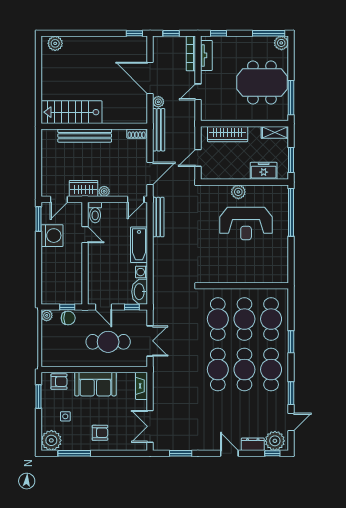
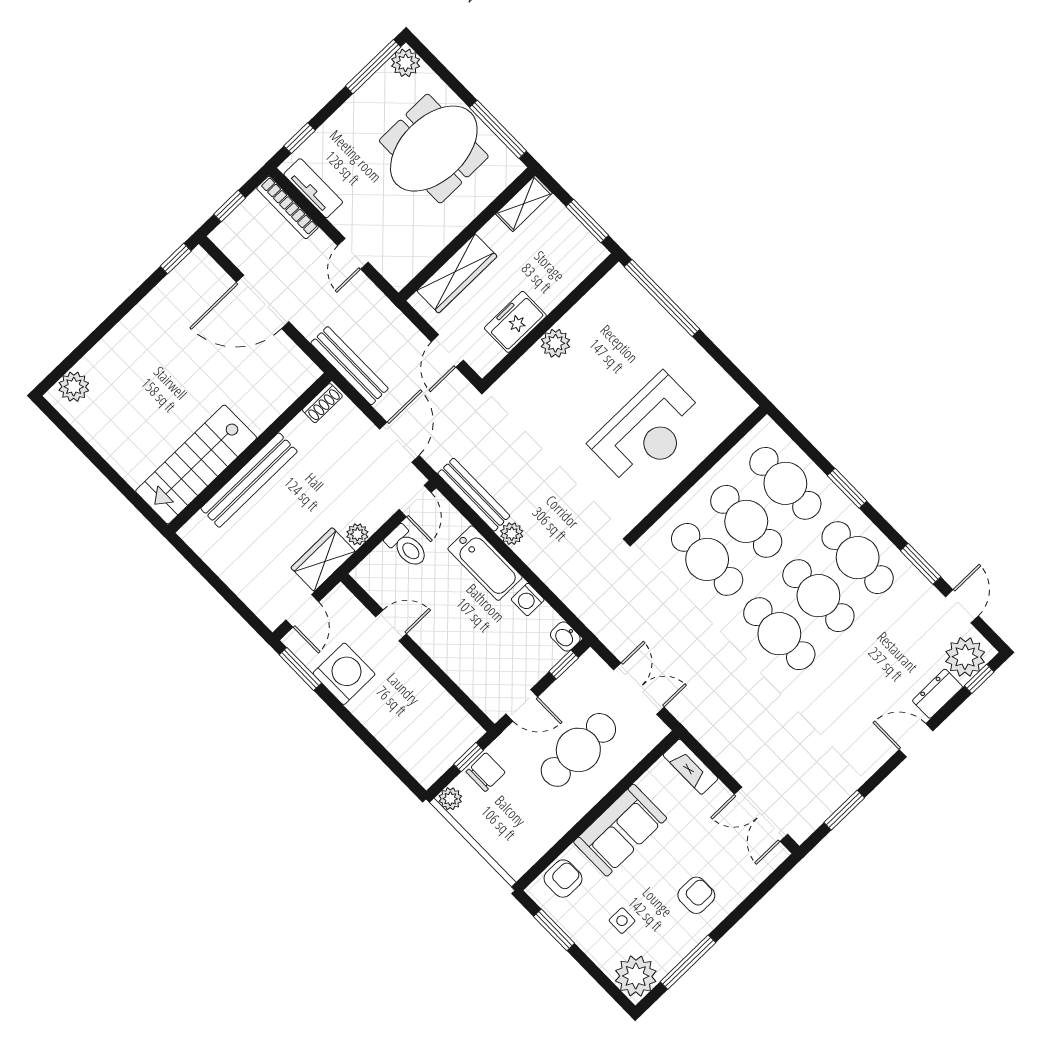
plant: (158, 102) -> (512, 534), moved
freezer: (264, 171) -> (515, 322), moved
toilet: (95, 212) -> (407, 547), moved
reception desk: (246, 224) -> (648, 430), moved
washbasin: (140, 292) -> (565, 637), width x0.52, depth x0.69

